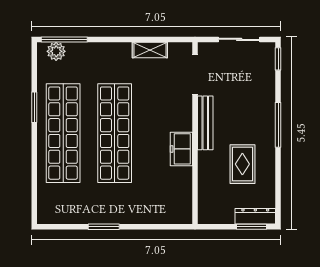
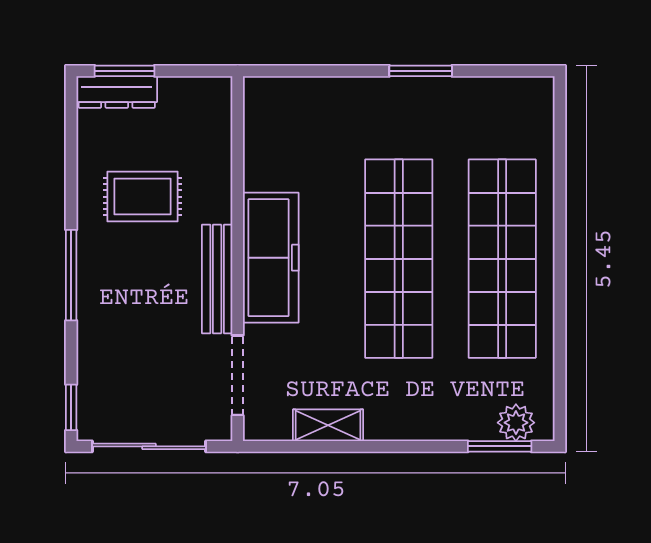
window: (64, 39) -> (500, 446), width x0.69
sliding door: (239, 39) -> (149, 446), width x1.37
window: (34, 107) -> (560, 310), removed
freezer: (181, 149) -> (271, 258), width x1.91, depth x1.26
rug: (242, 164) -> (143, 197), turned 90

